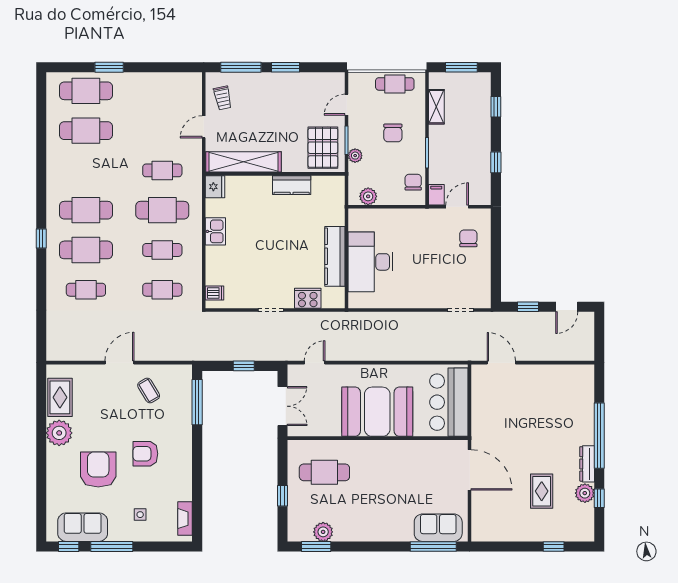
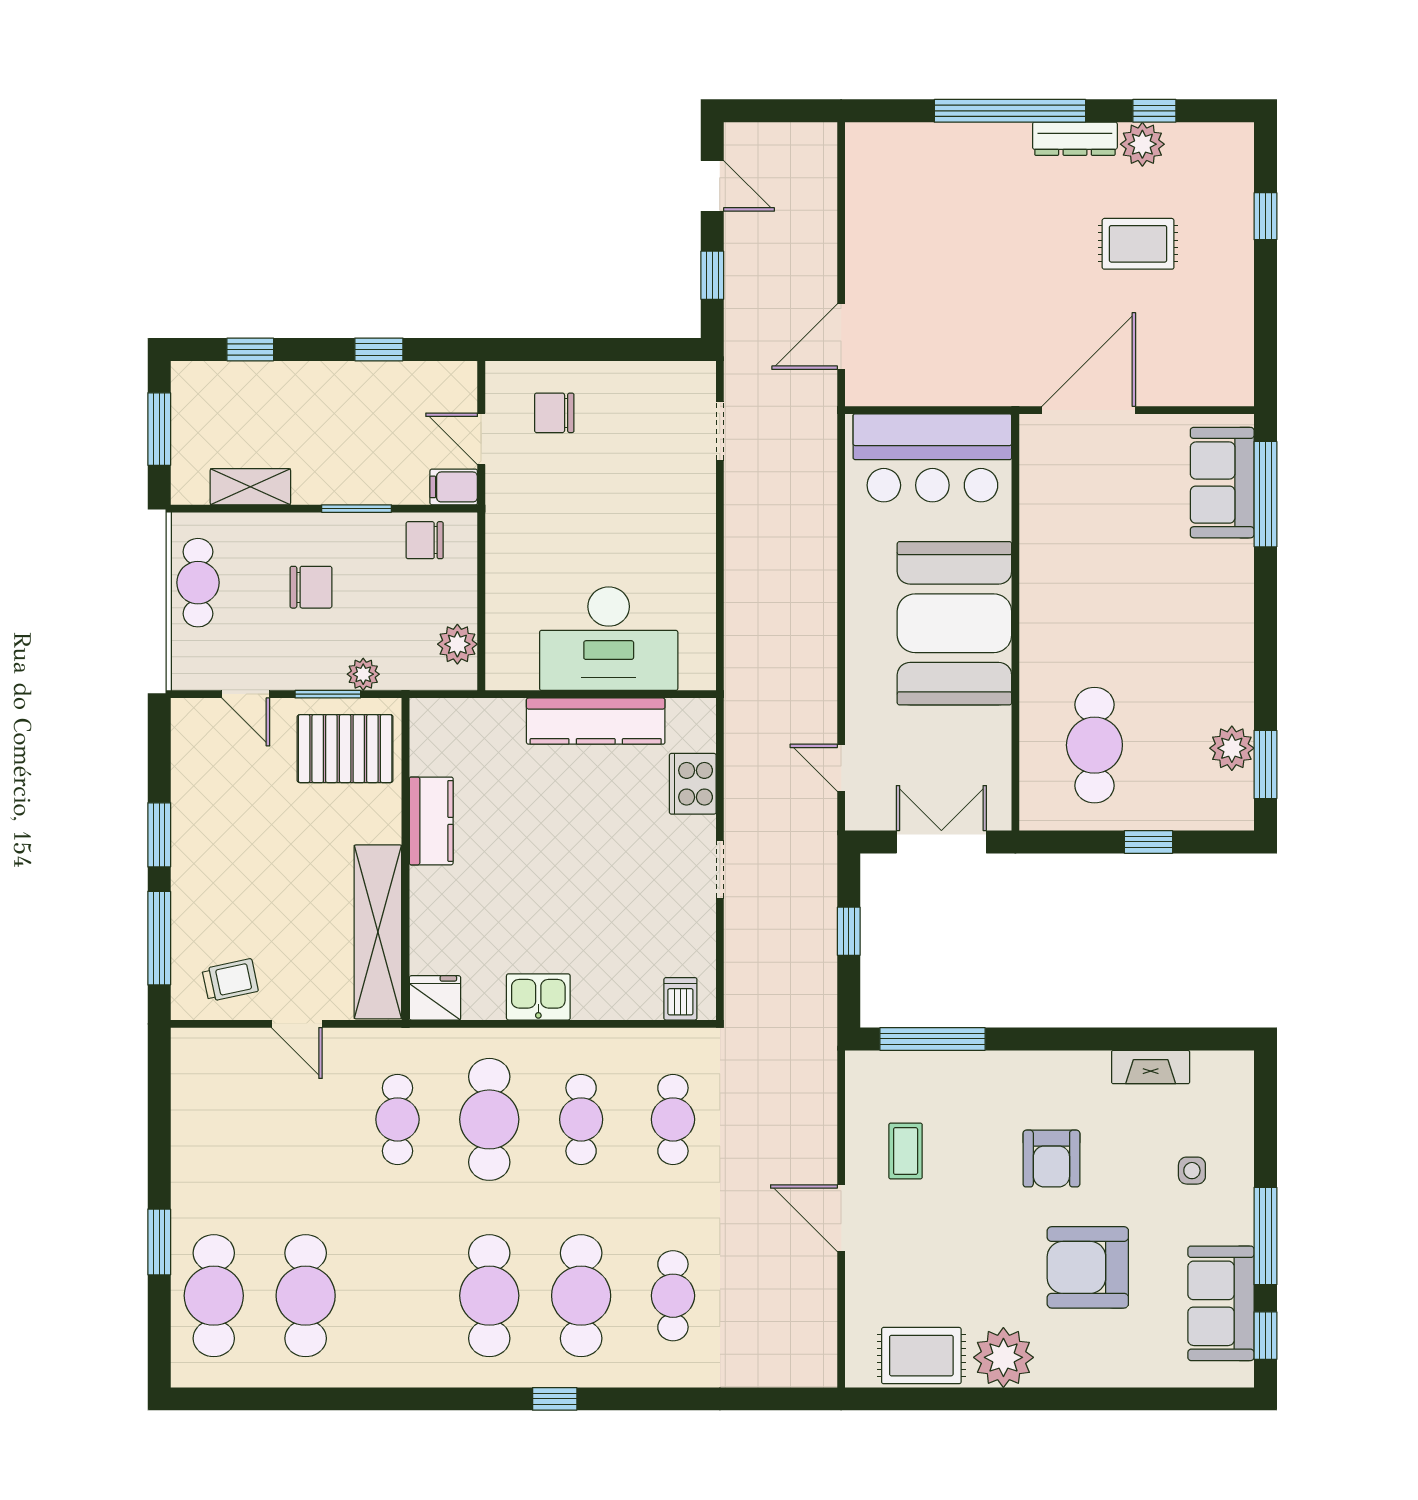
coffee table: (149, 391) -> (906, 1151), turned -59
fireplace: (185, 519) -> (1151, 1067), moved

